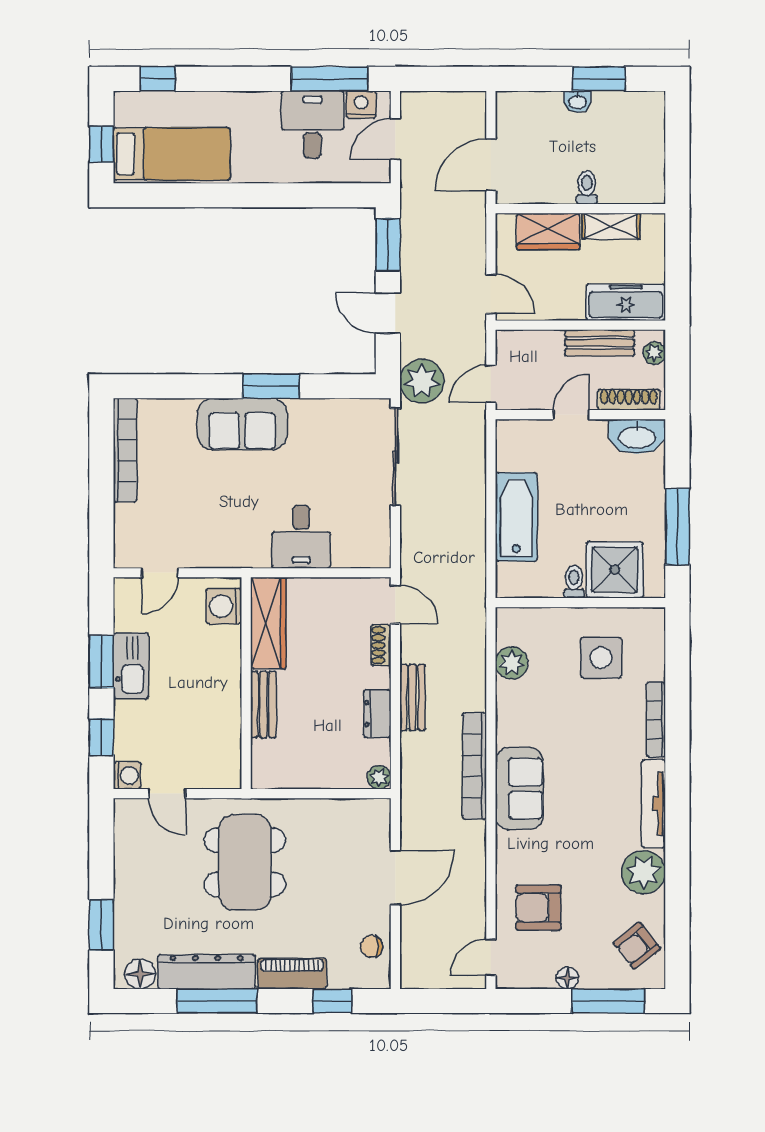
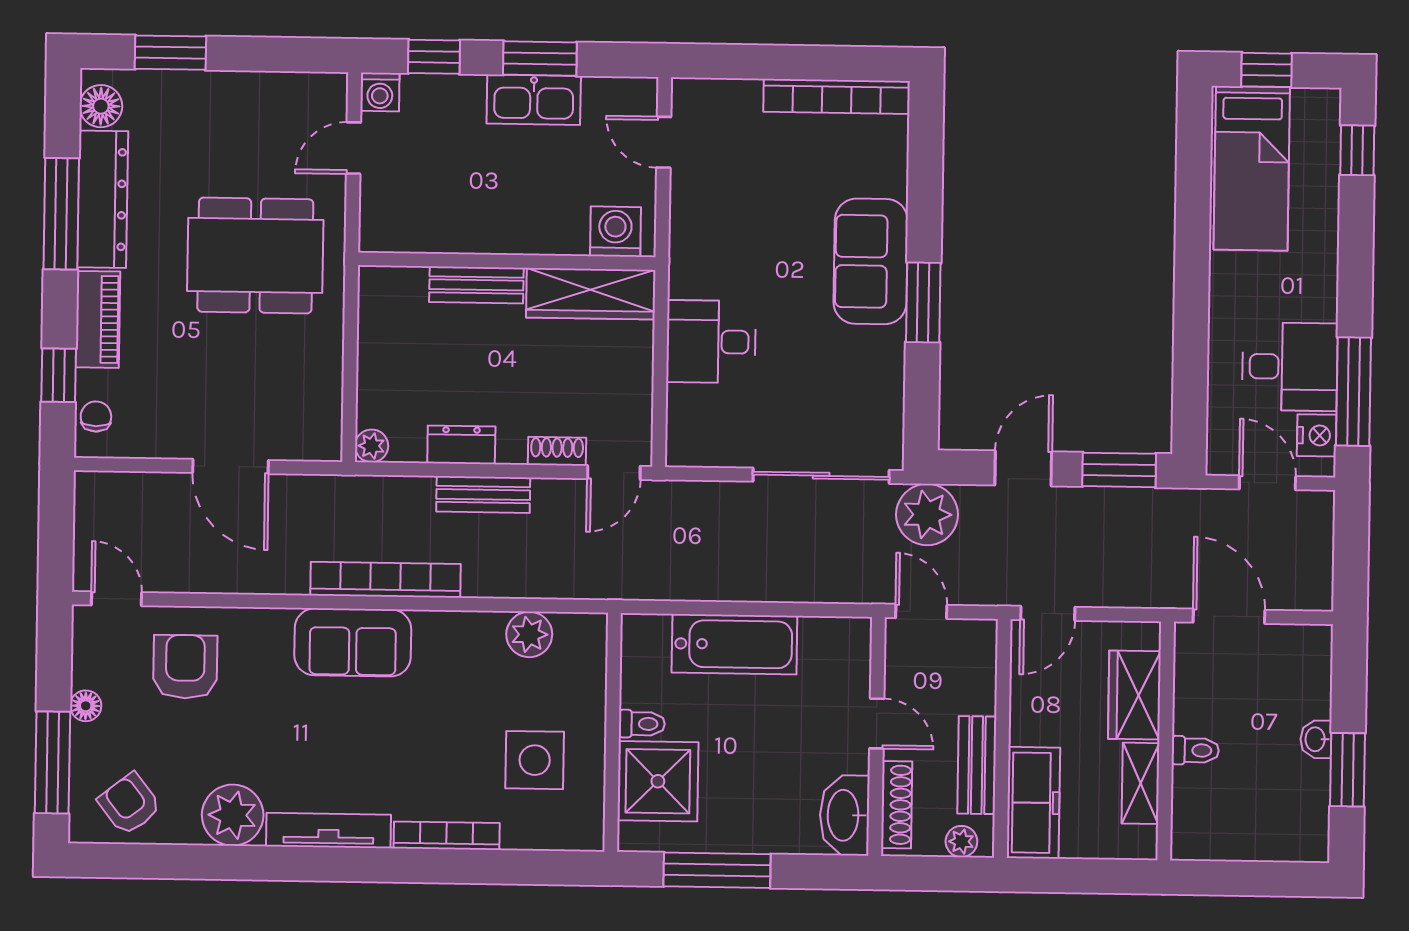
chair: (372, 946) -> (96, 416), moved

